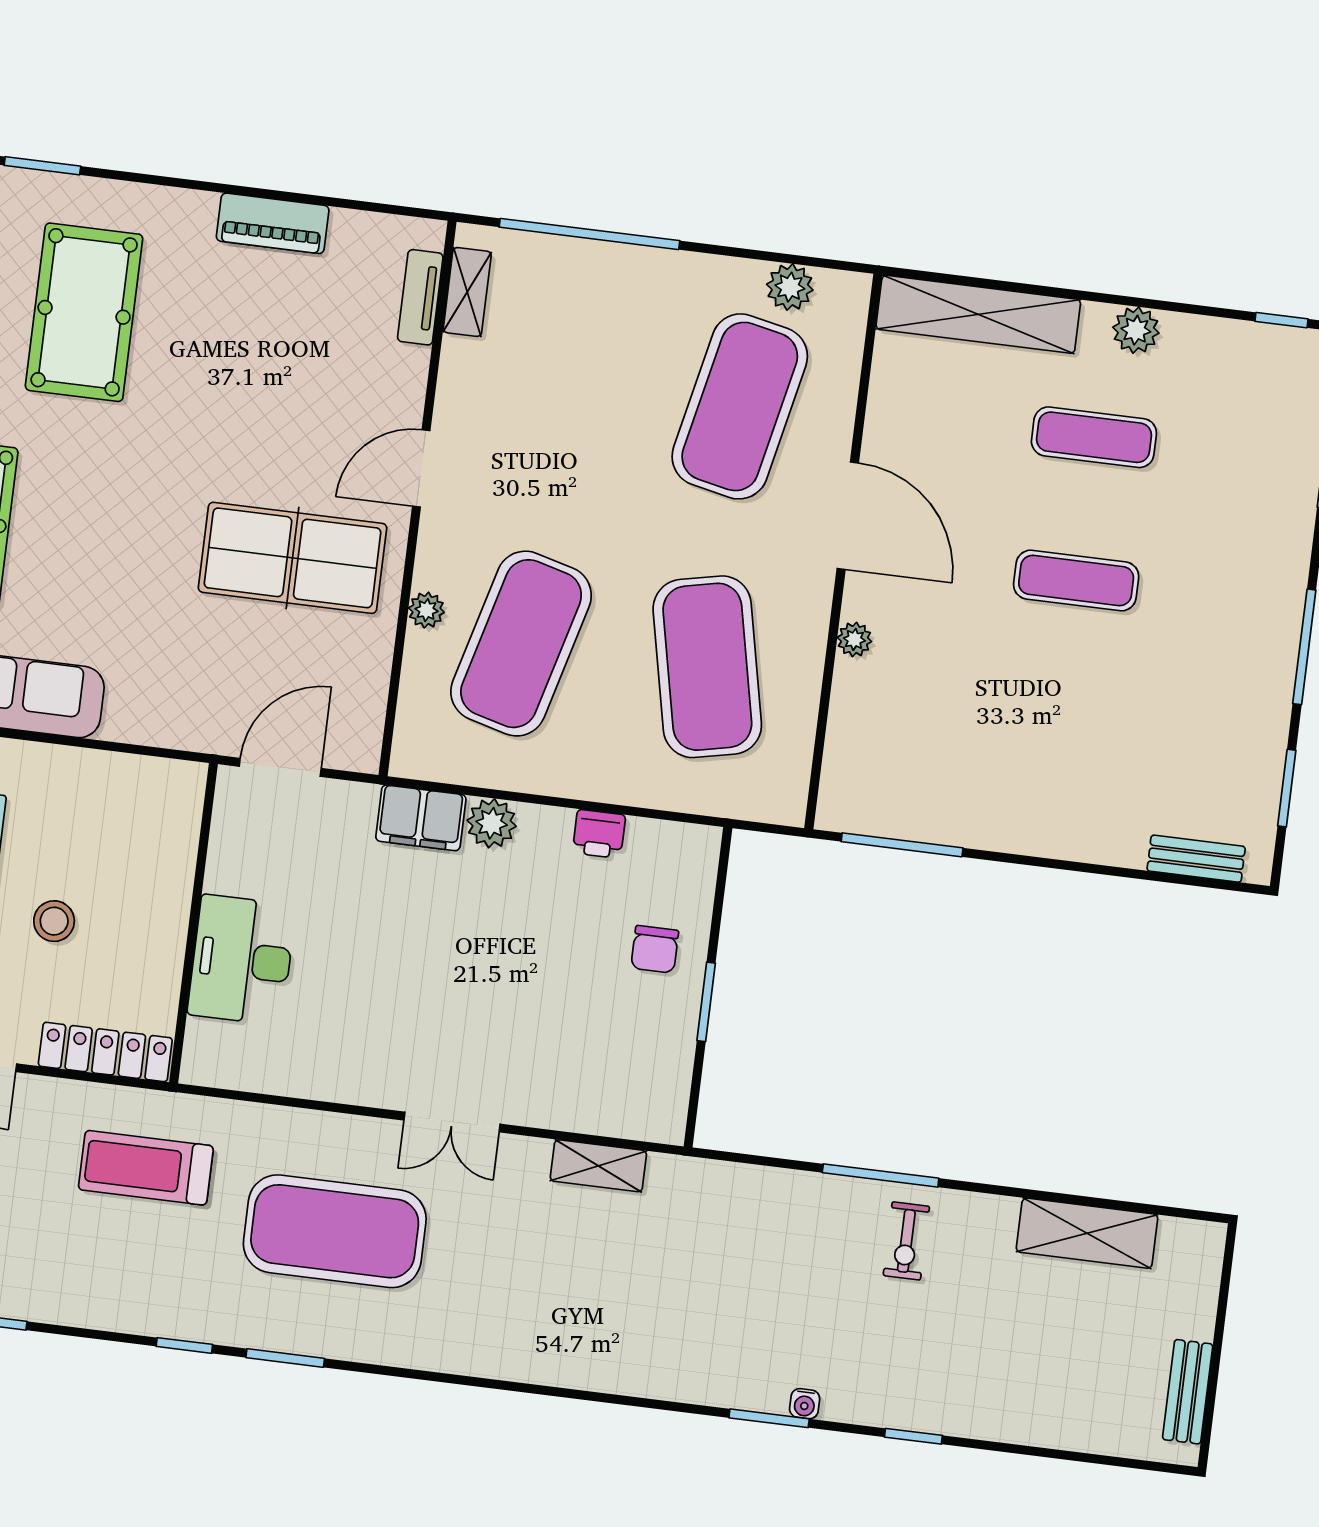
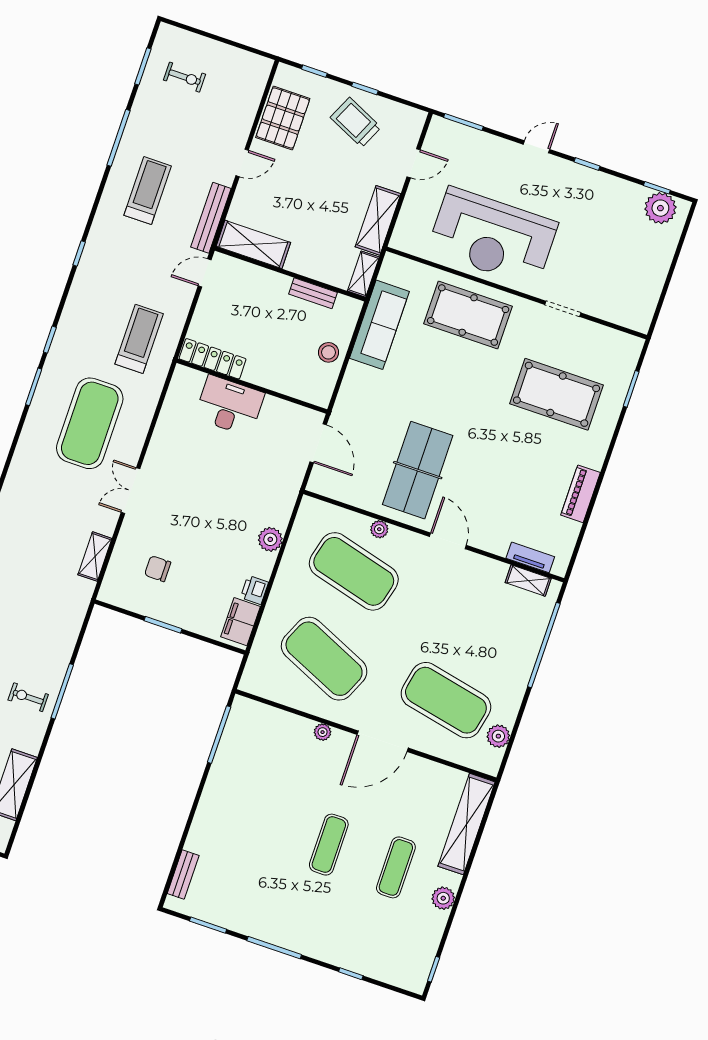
exercise mat: (707, 667) -> (324, 659), turned 36
filing cabinet: (421, 818) -> (240, 622), moved
stool: (54, 921) -> (329, 352), moved
chair: (655, 949) -> (158, 569), moved
locker: (105, 1052) -> (213, 359), moved, turned -90

